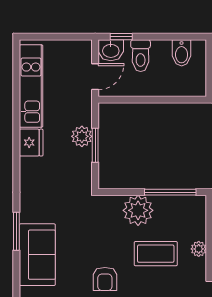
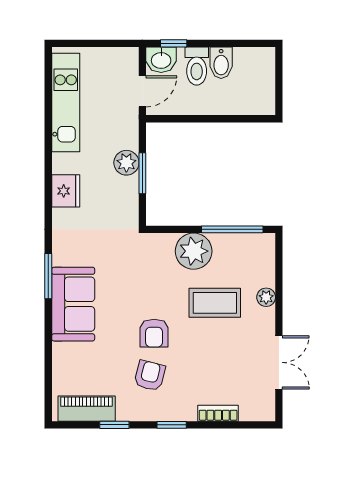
bidet: (182, 53) -> (221, 63), moved
fridge: (31, 143) -> (66, 191), moved

